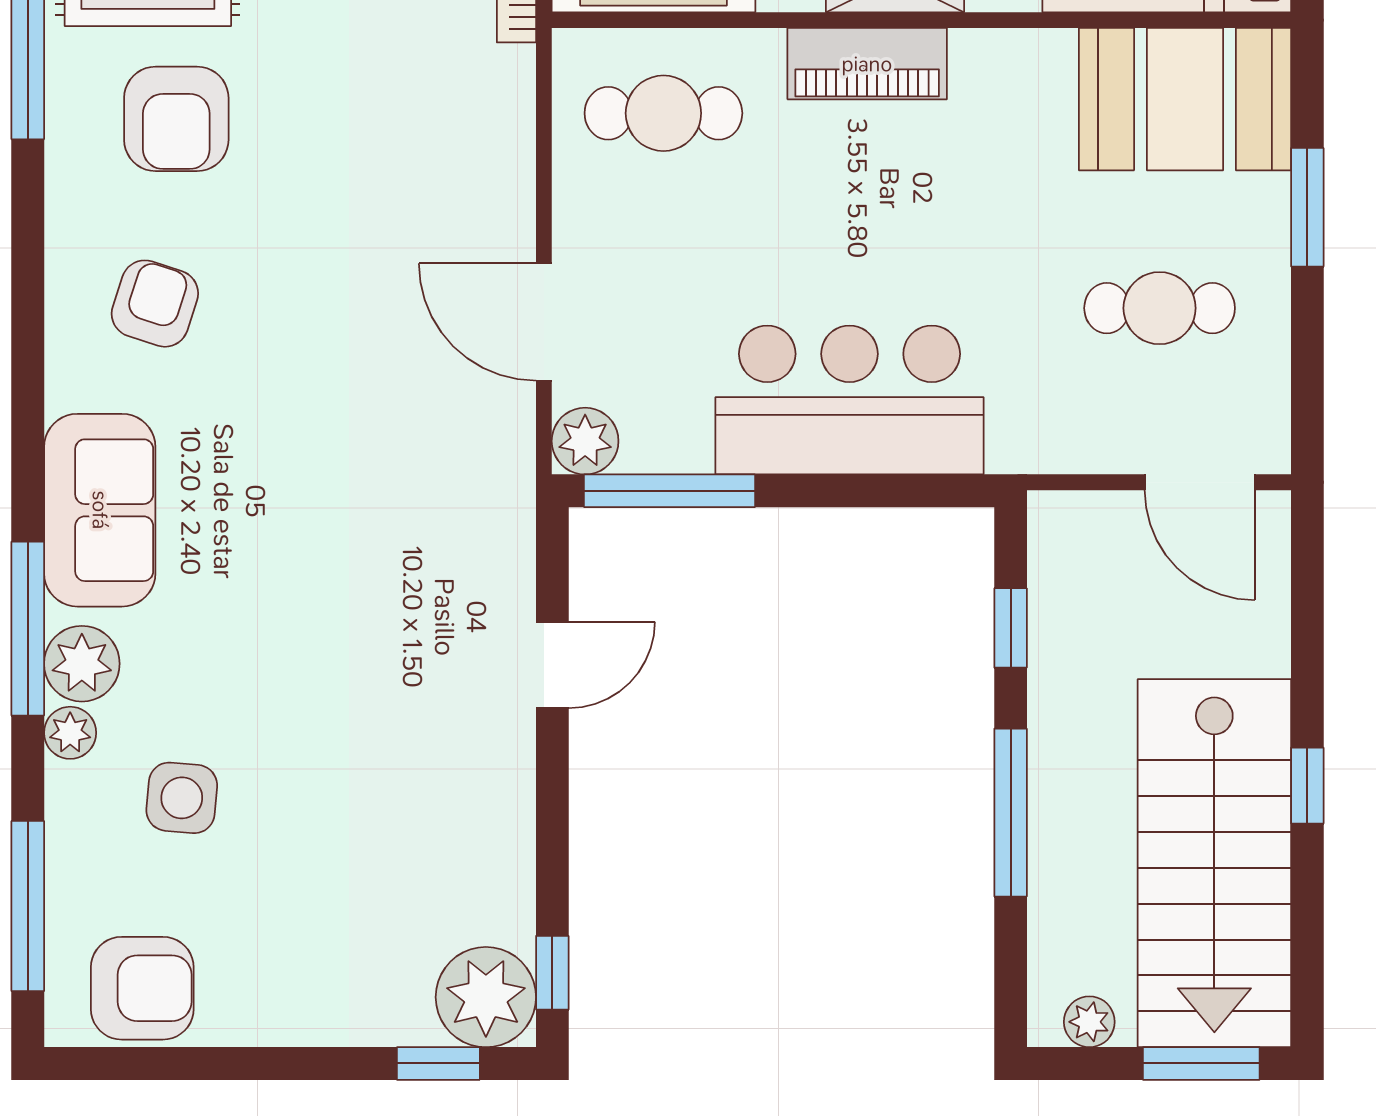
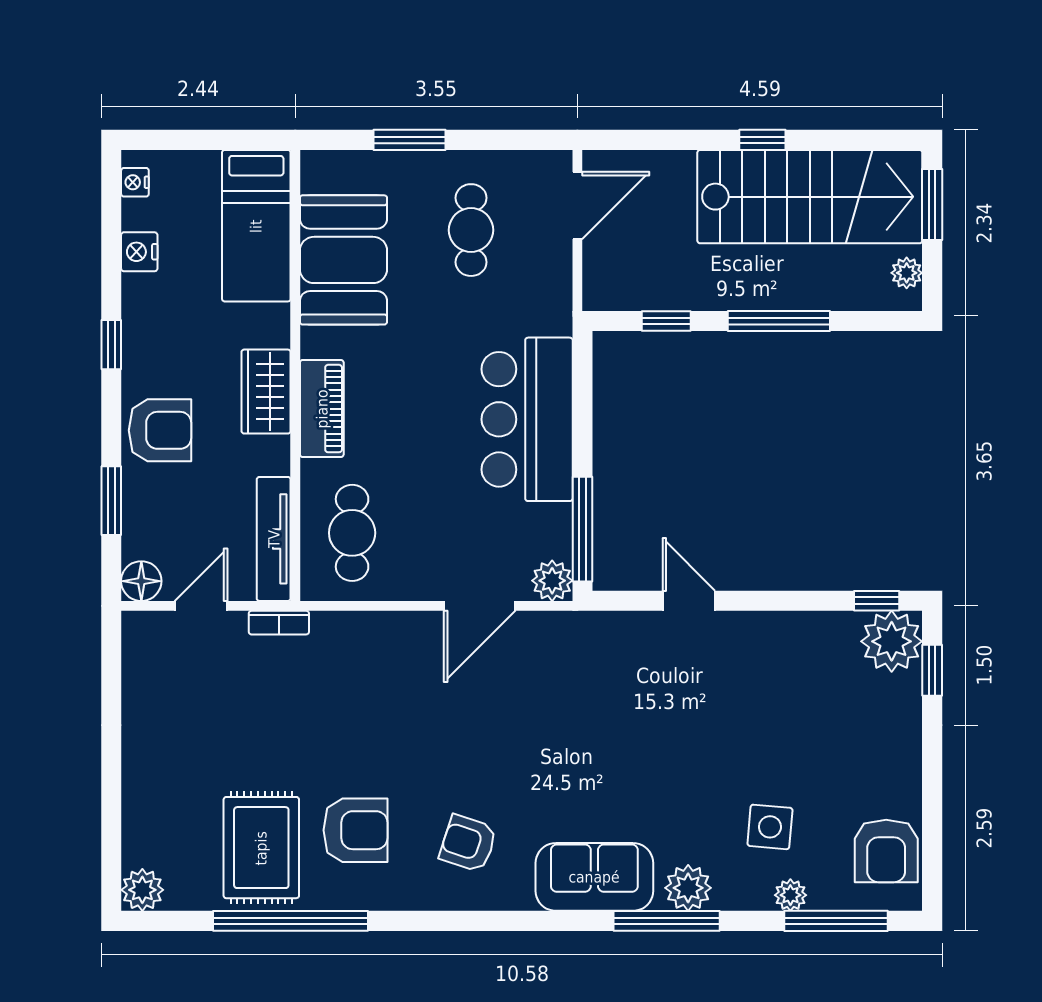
booth: (1185, 99) -> (343, 260), moved
plant: (70, 733) -> (790, 895), moved
armchair: (142, 988) -> (886, 851), turned 180

